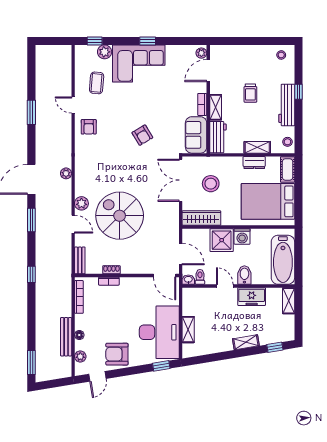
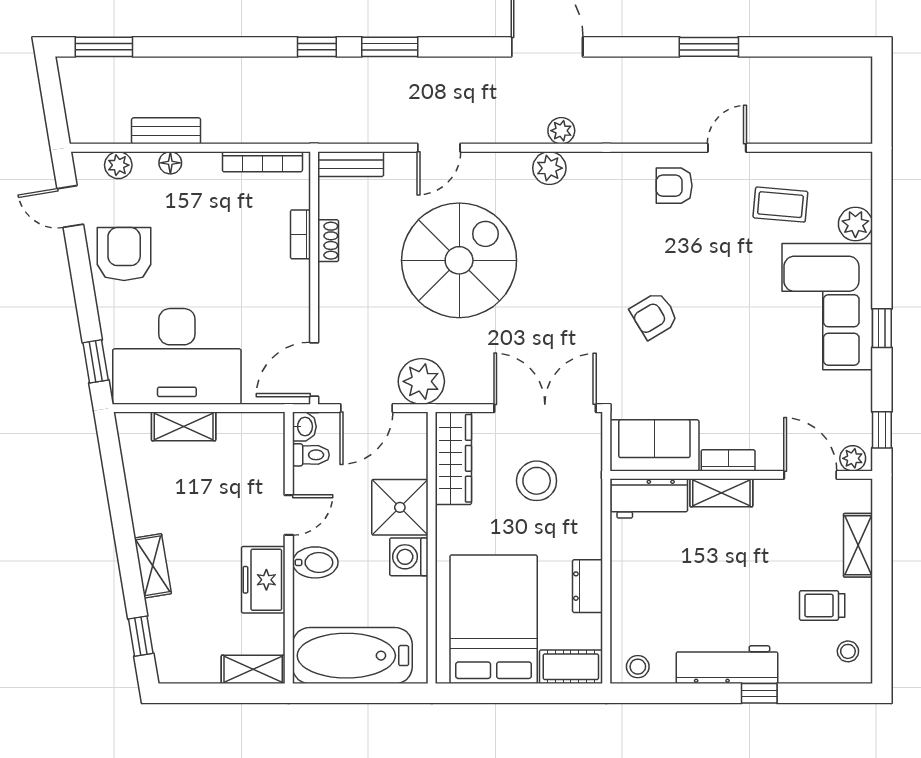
window: (95, 41) -> (882, 430), moved
trolley: (250, 93) -> (822, 606), moved
shelving: (257, 147) -> (858, 545), moved
plant: (81, 203) -> (549, 168), moved
window: (31, 220) -> (390, 47), moved
plant: (170, 231) -> (421, 381), added
bench: (66, 337) -> (166, 131), width x0.73

